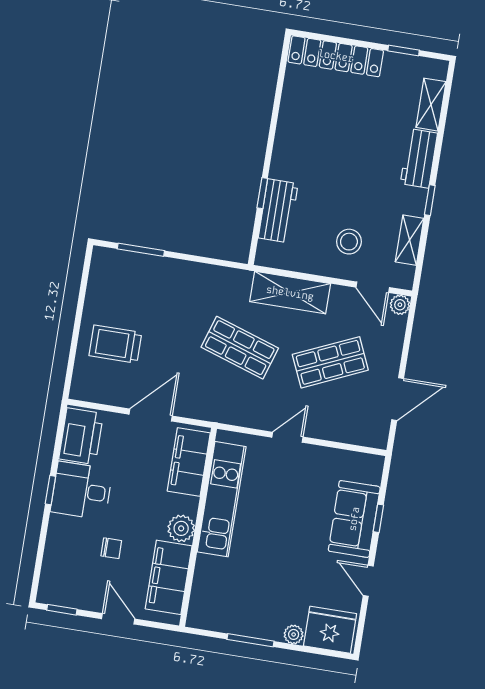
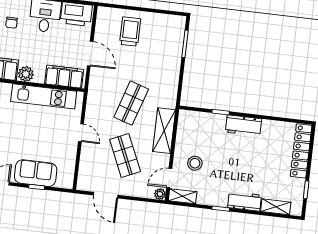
workbench: (278, 211) -> (243, 126), moved
shelving: (410, 240) -> (183, 196), moved
chair: (111, 548) -> (12, 23), moved

